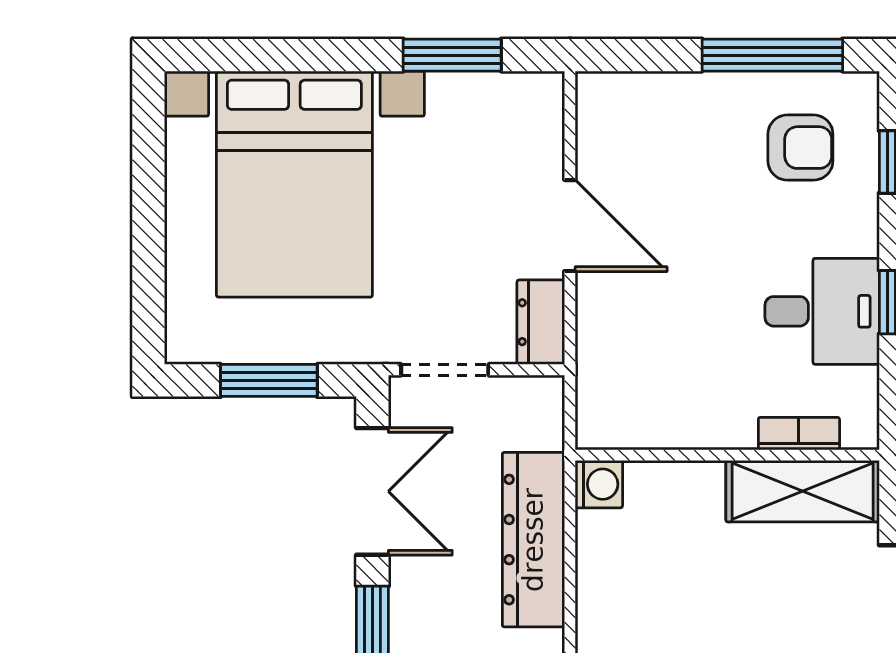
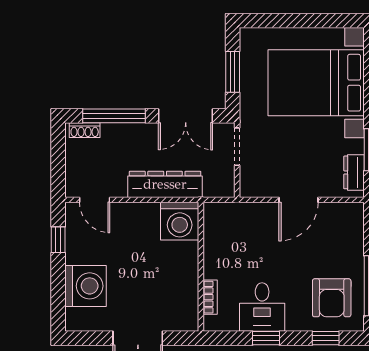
armchair: (800, 148) -> (332, 298), width x1.38, depth x1.38
dresser: (541, 322) -> (354, 172), moved, turned -90
washing machine: (599, 484) -> (180, 221), width x1.89, depth x1.89
shelving: (803, 491) -> (186, 299), removed

